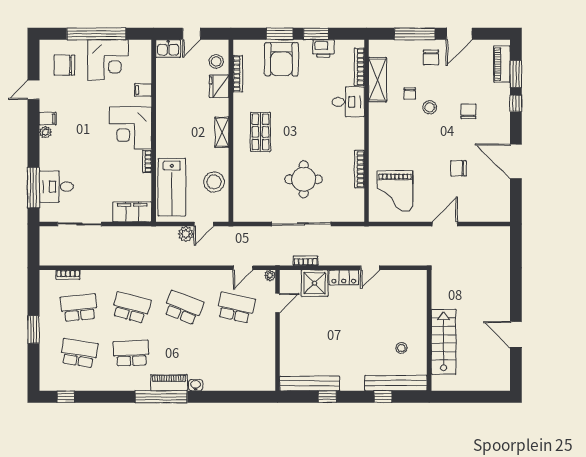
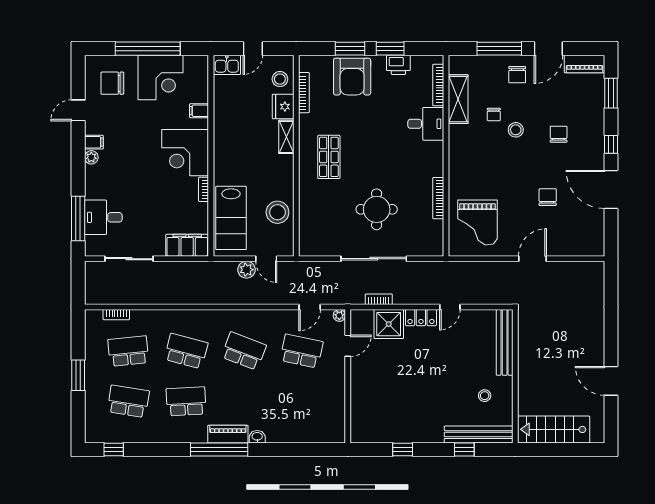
piano: (502, 64) -> (584, 64), moved, turned -90
window: (516, 103) -> (611, 144), moved
shelving: (222, 132) -> (286, 137), moved
chair: (458, 168) -> (548, 197), turned 90
door: (204, 224) -> (266, 259), hinge flipped
stairs: (444, 342) -> (554, 429), moved, turned -90
bench: (310, 383) -> (505, 342), moved, turned 90

